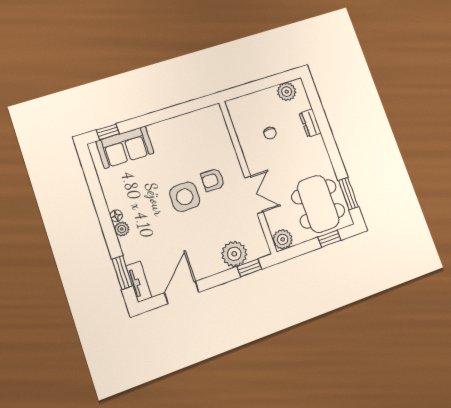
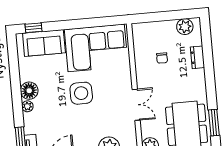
corner sofa: (190, 139) -> (96, 48), added
armchair: (213, 180) -> (106, 85), removed
floor lamp: (116, 216) -> (29, 91), width x1.89, depth x1.89

